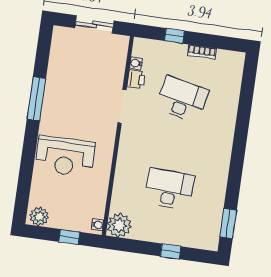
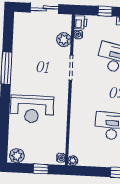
plant: (116, 68) -> (64, 40), added
printer: (136, 79) -> (81, 23), moved
plant: (119, 225) -> (73, 161), width x0.53, depth x0.53

